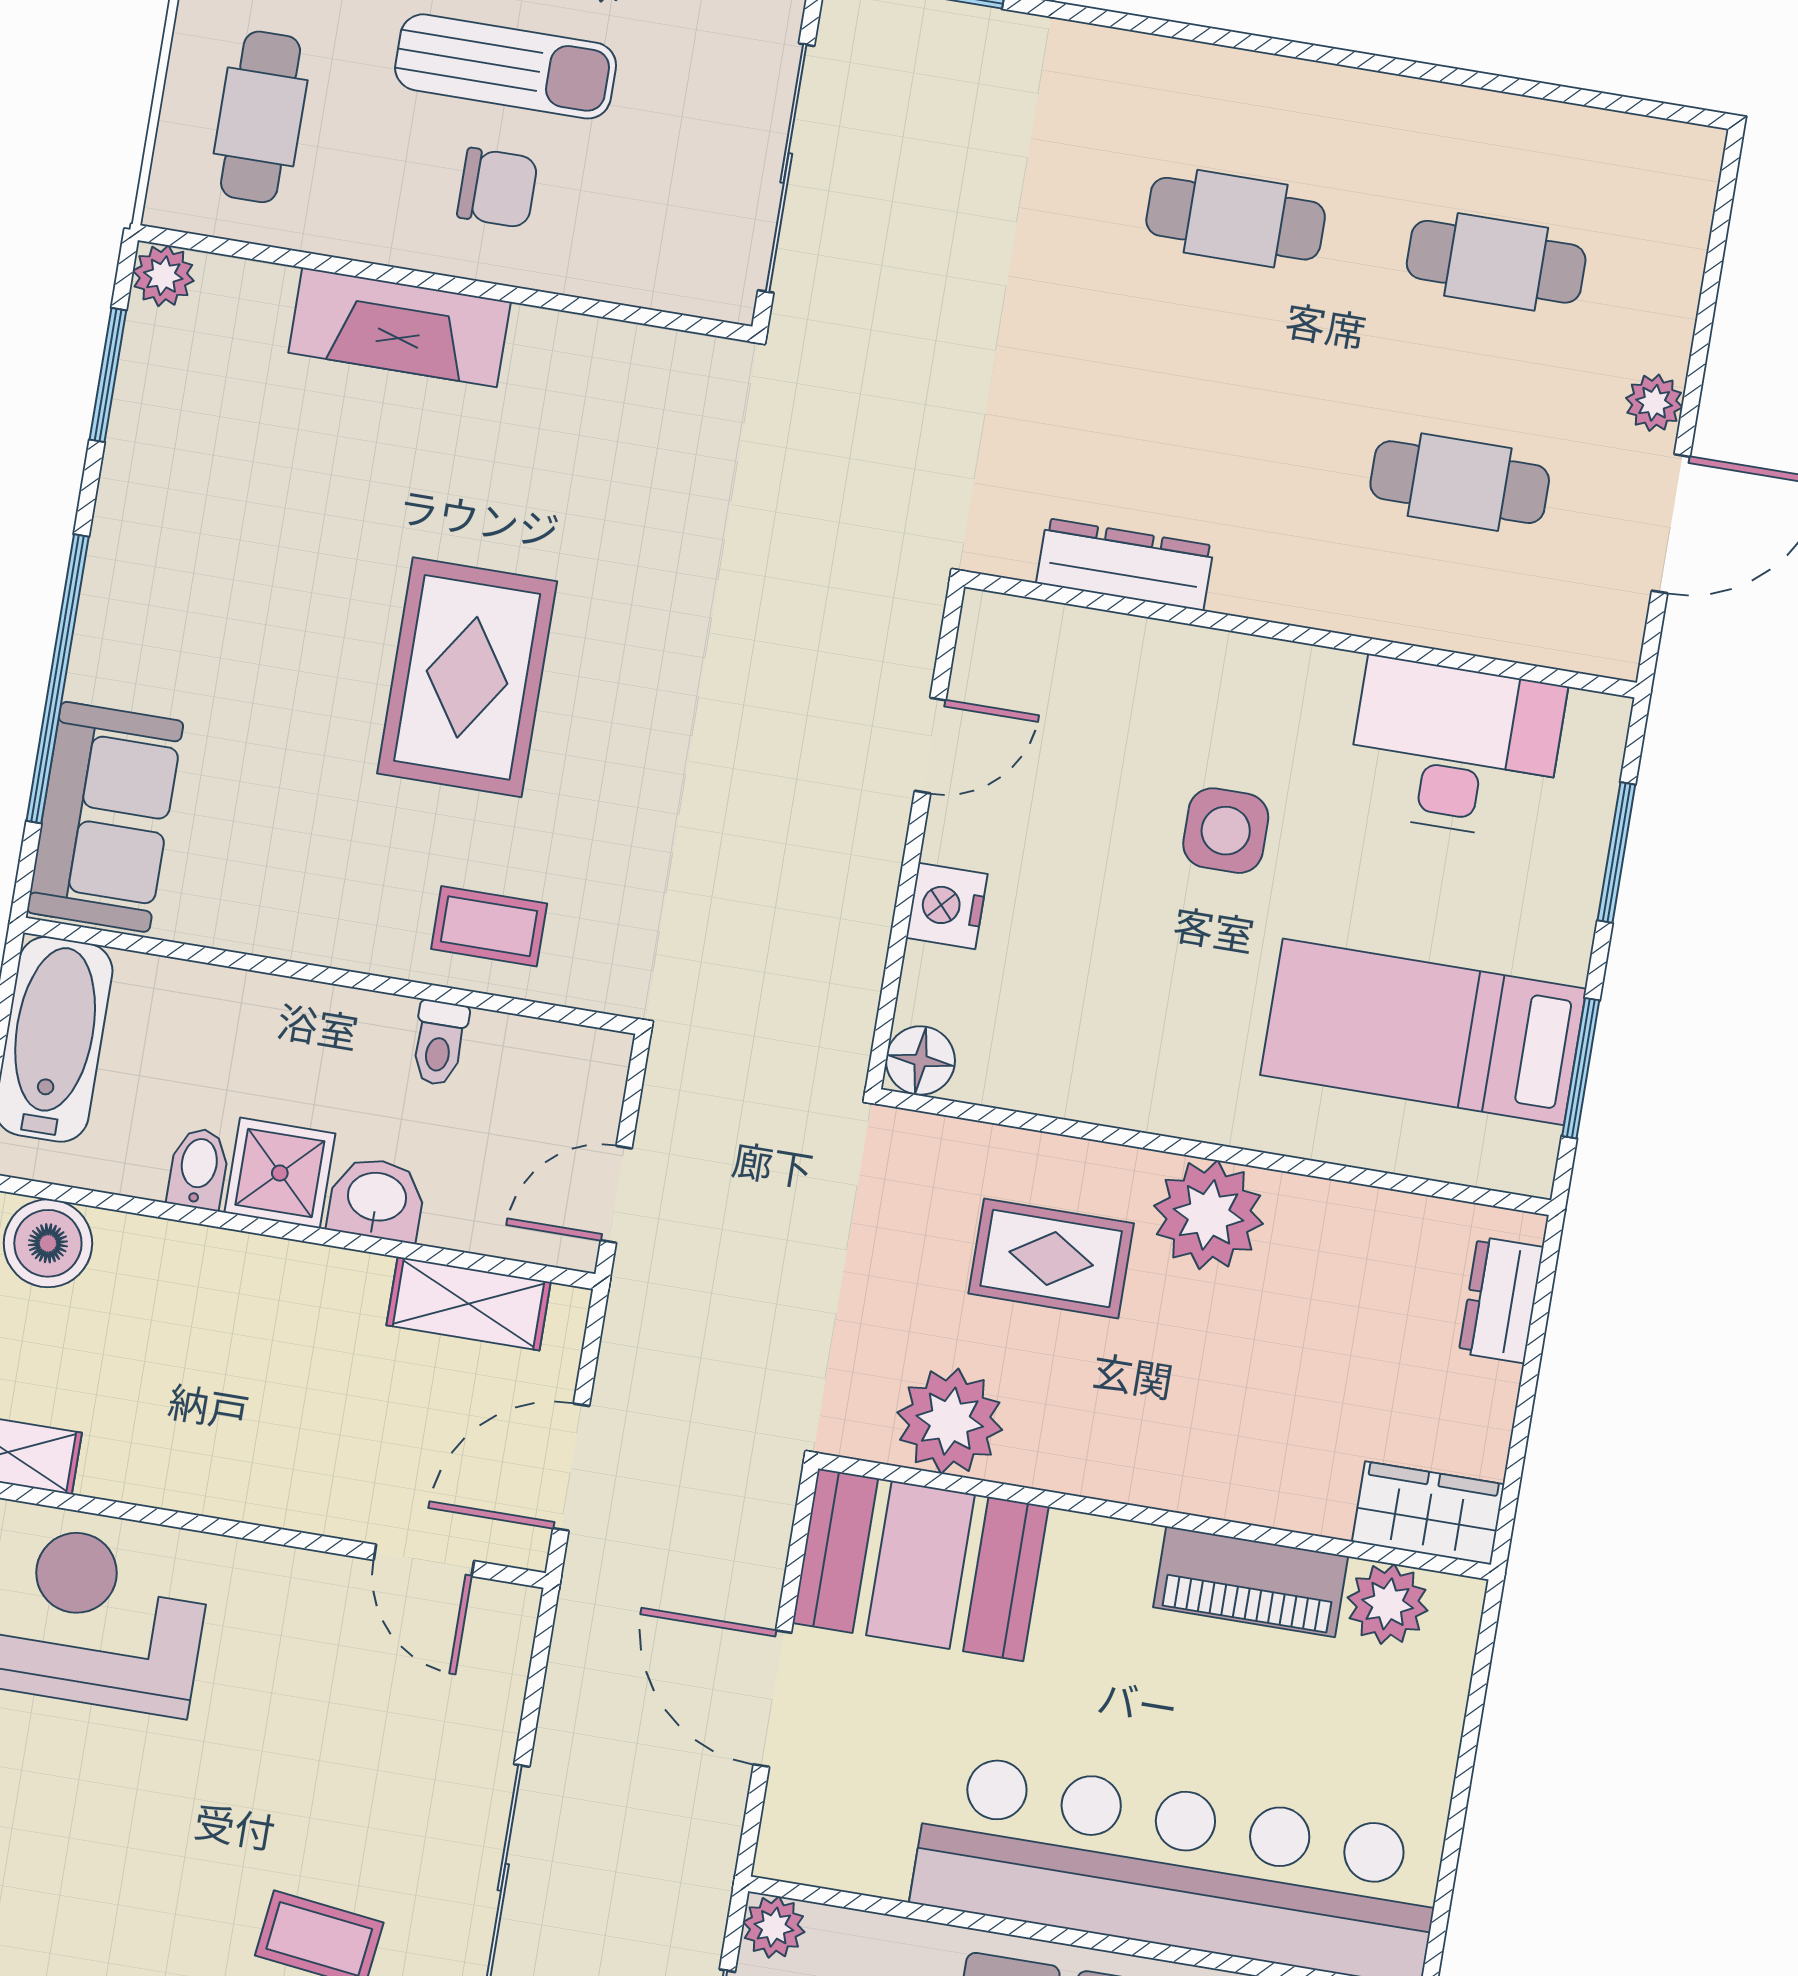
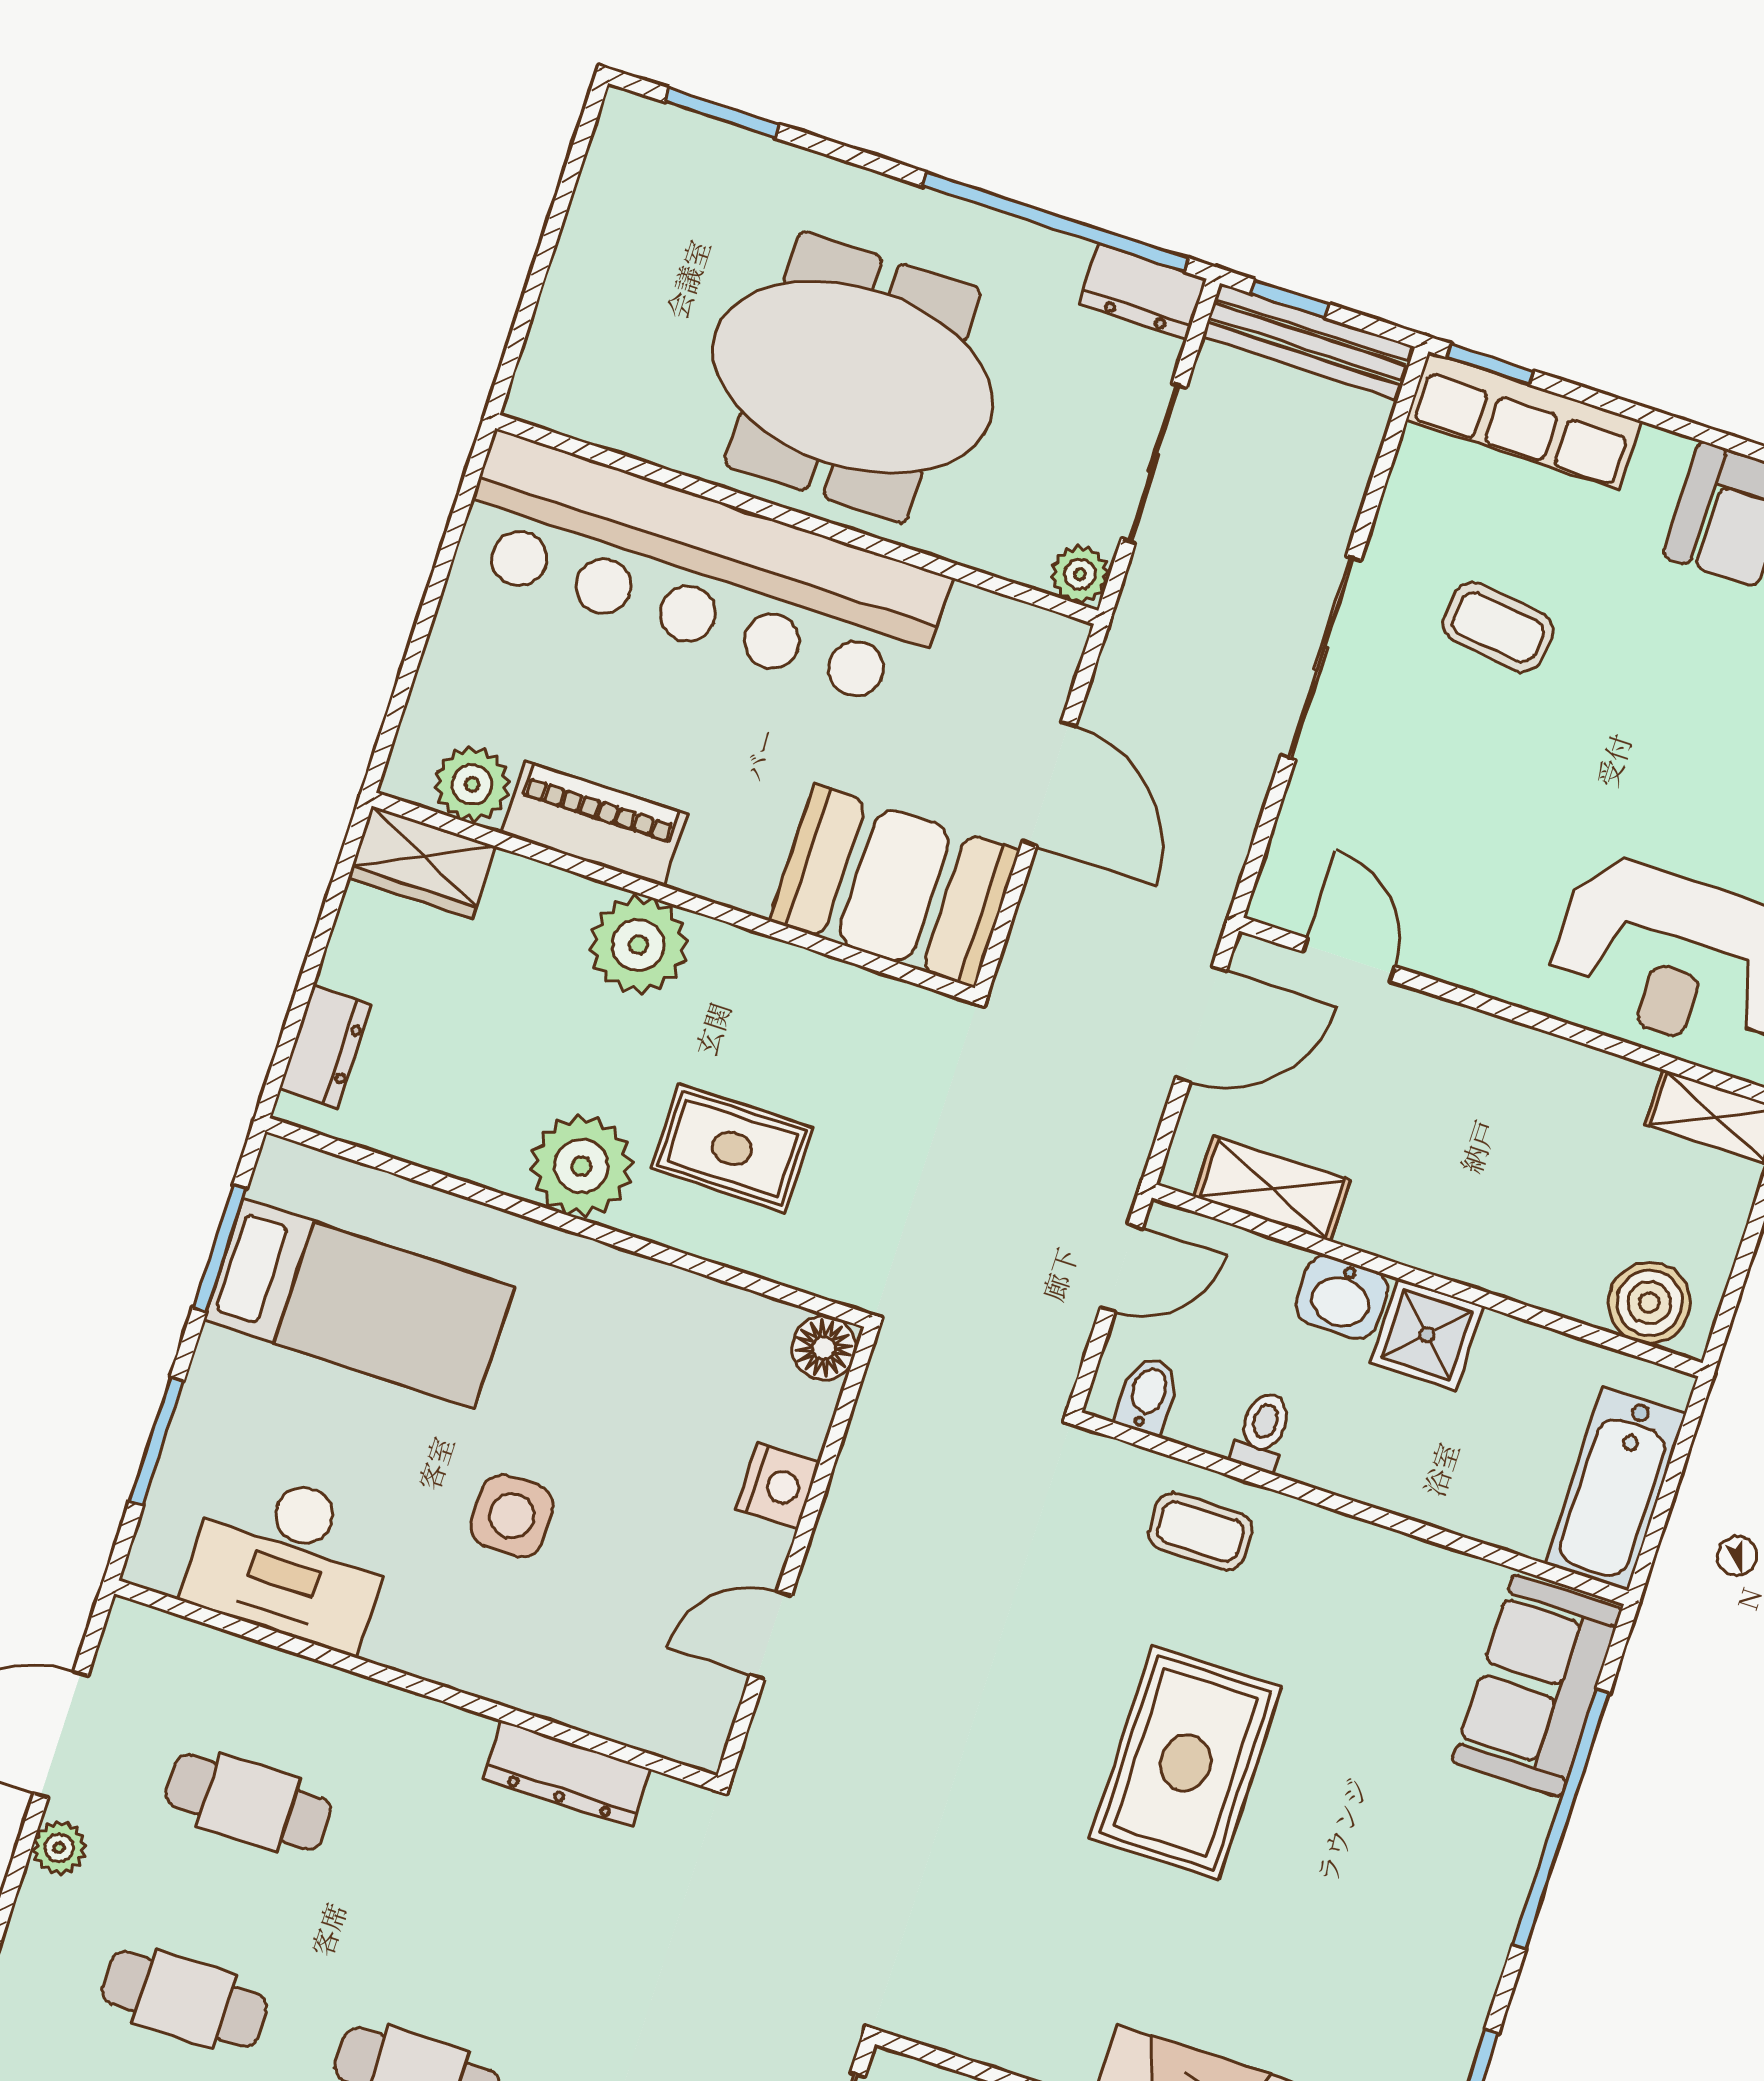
bidet: (198, 1169) -> (1148, 1396), moved, turned 180
plant: (950, 1421) -> (638, 945), moved

